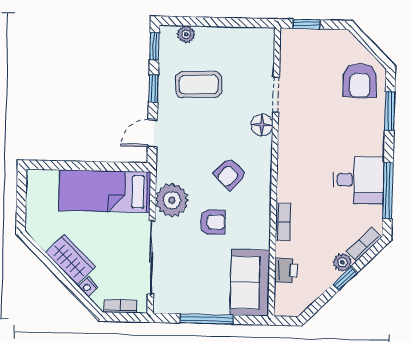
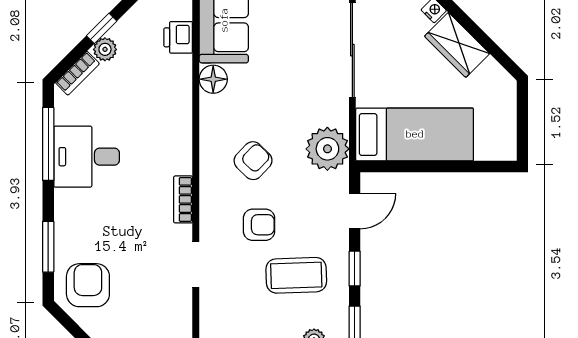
floor lamp: (262, 125) -> (213, 79), moved
plant: (172, 200) -> (327, 149), moved
armchair: (213, 222) -> (259, 225), moved, turned 180
bookcase: (283, 222) -> (183, 199), moved

